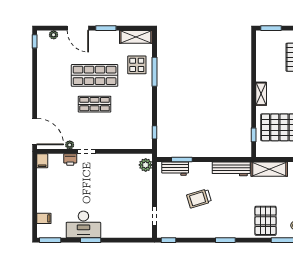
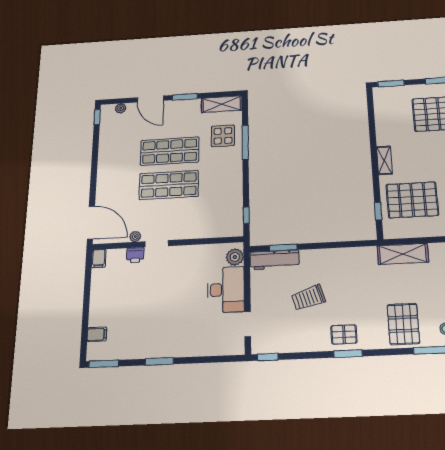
shop shelf: (95, 104) -> (169, 185), width x1.43, depth x1.36
workbench: (175, 169) -> (275, 260), width x1.38
workbench: (231, 169) -> (351, 256), removed
desk: (83, 224) -> (226, 290), moved, turned -90
pallet: (223, 226) -> (344, 334), added

